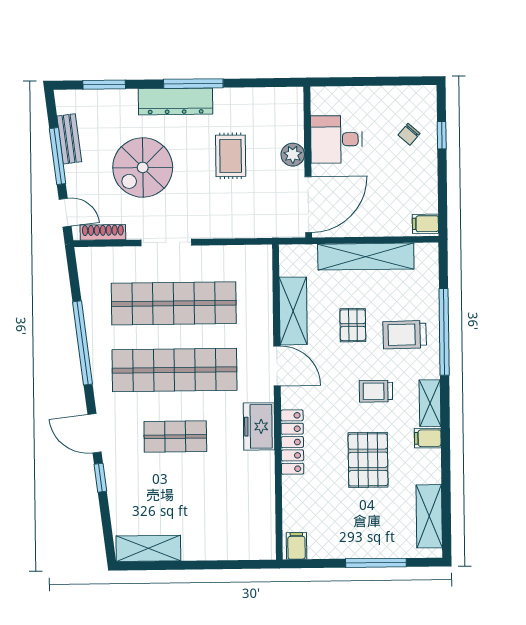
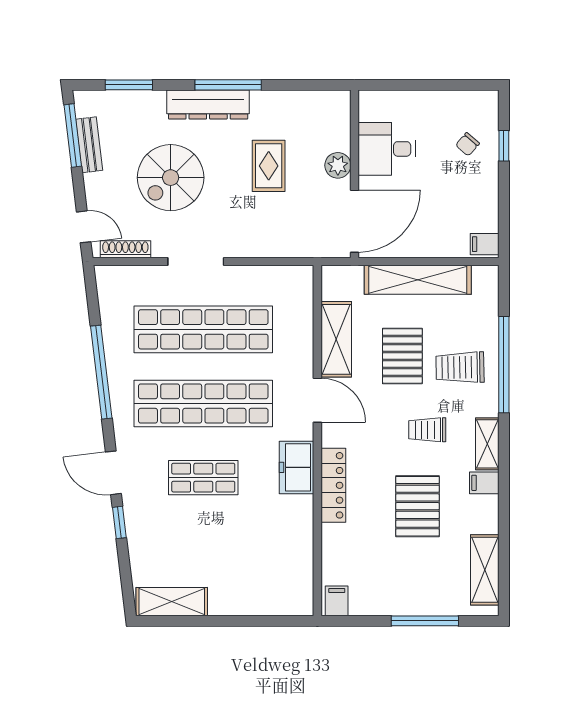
window: (58, 156) -> (73, 136), moved
pallet: (353, 325) -> (402, 356), width x1.50, depth x1.42

